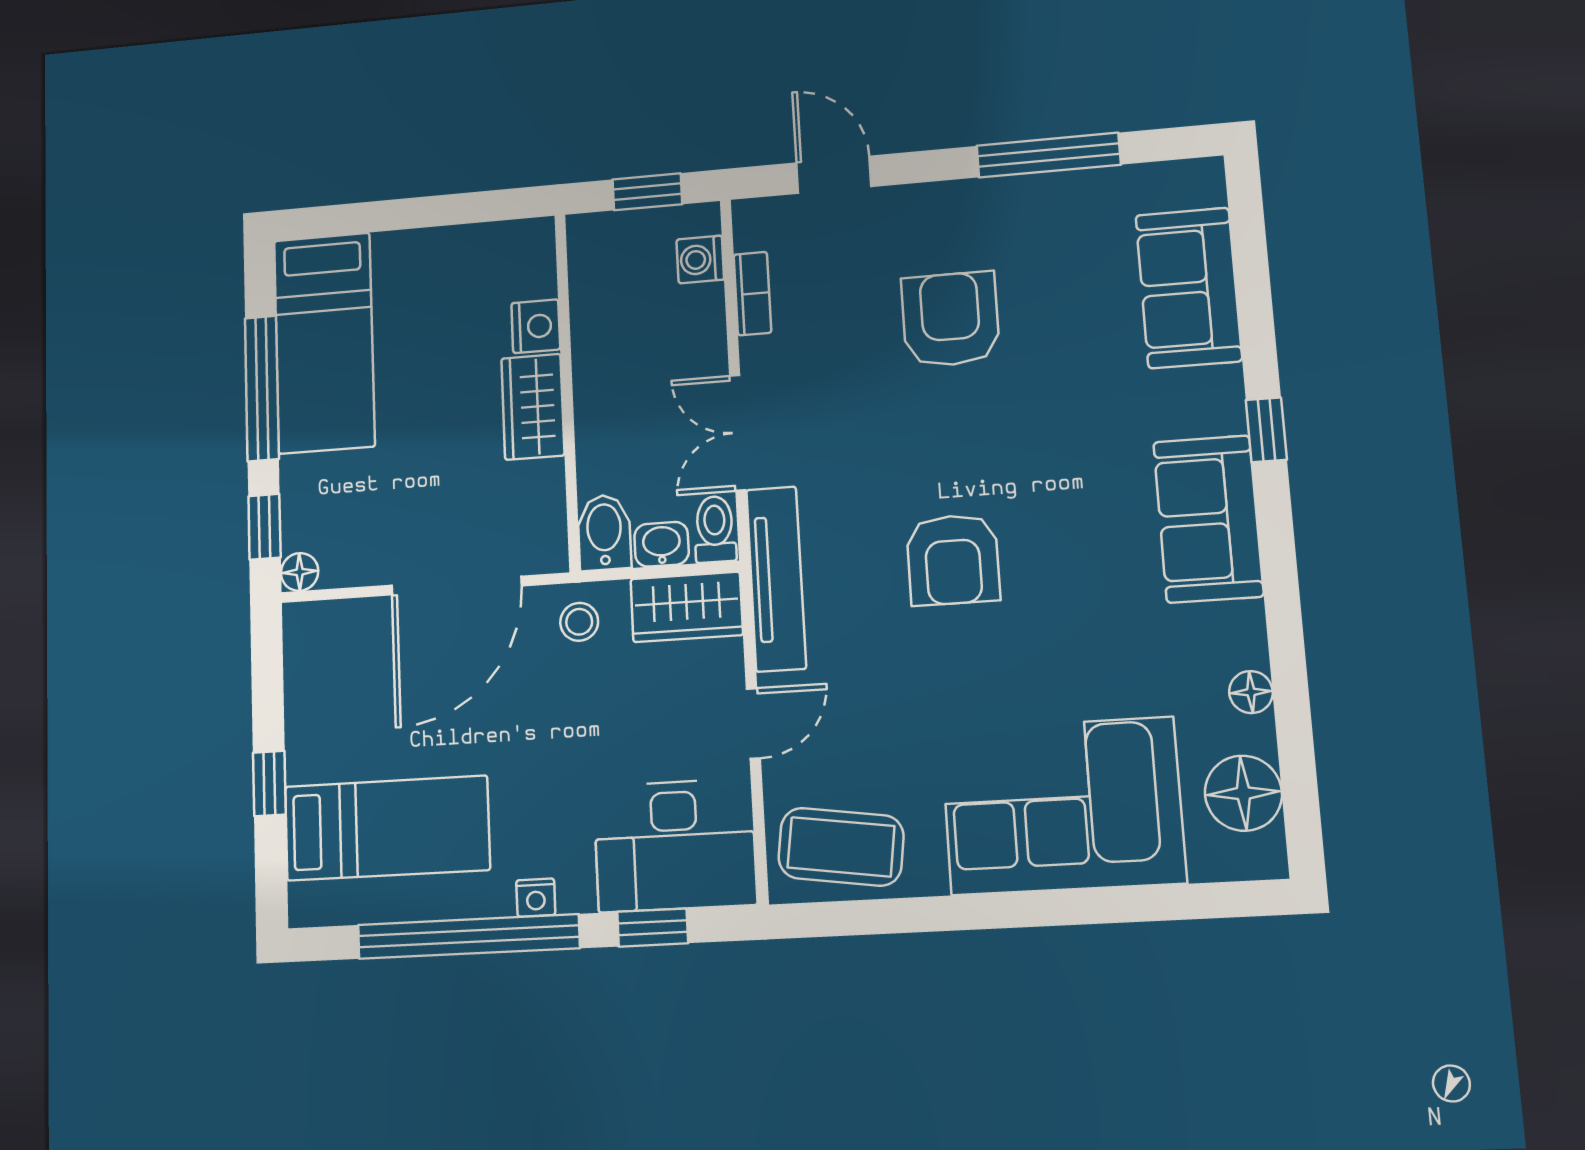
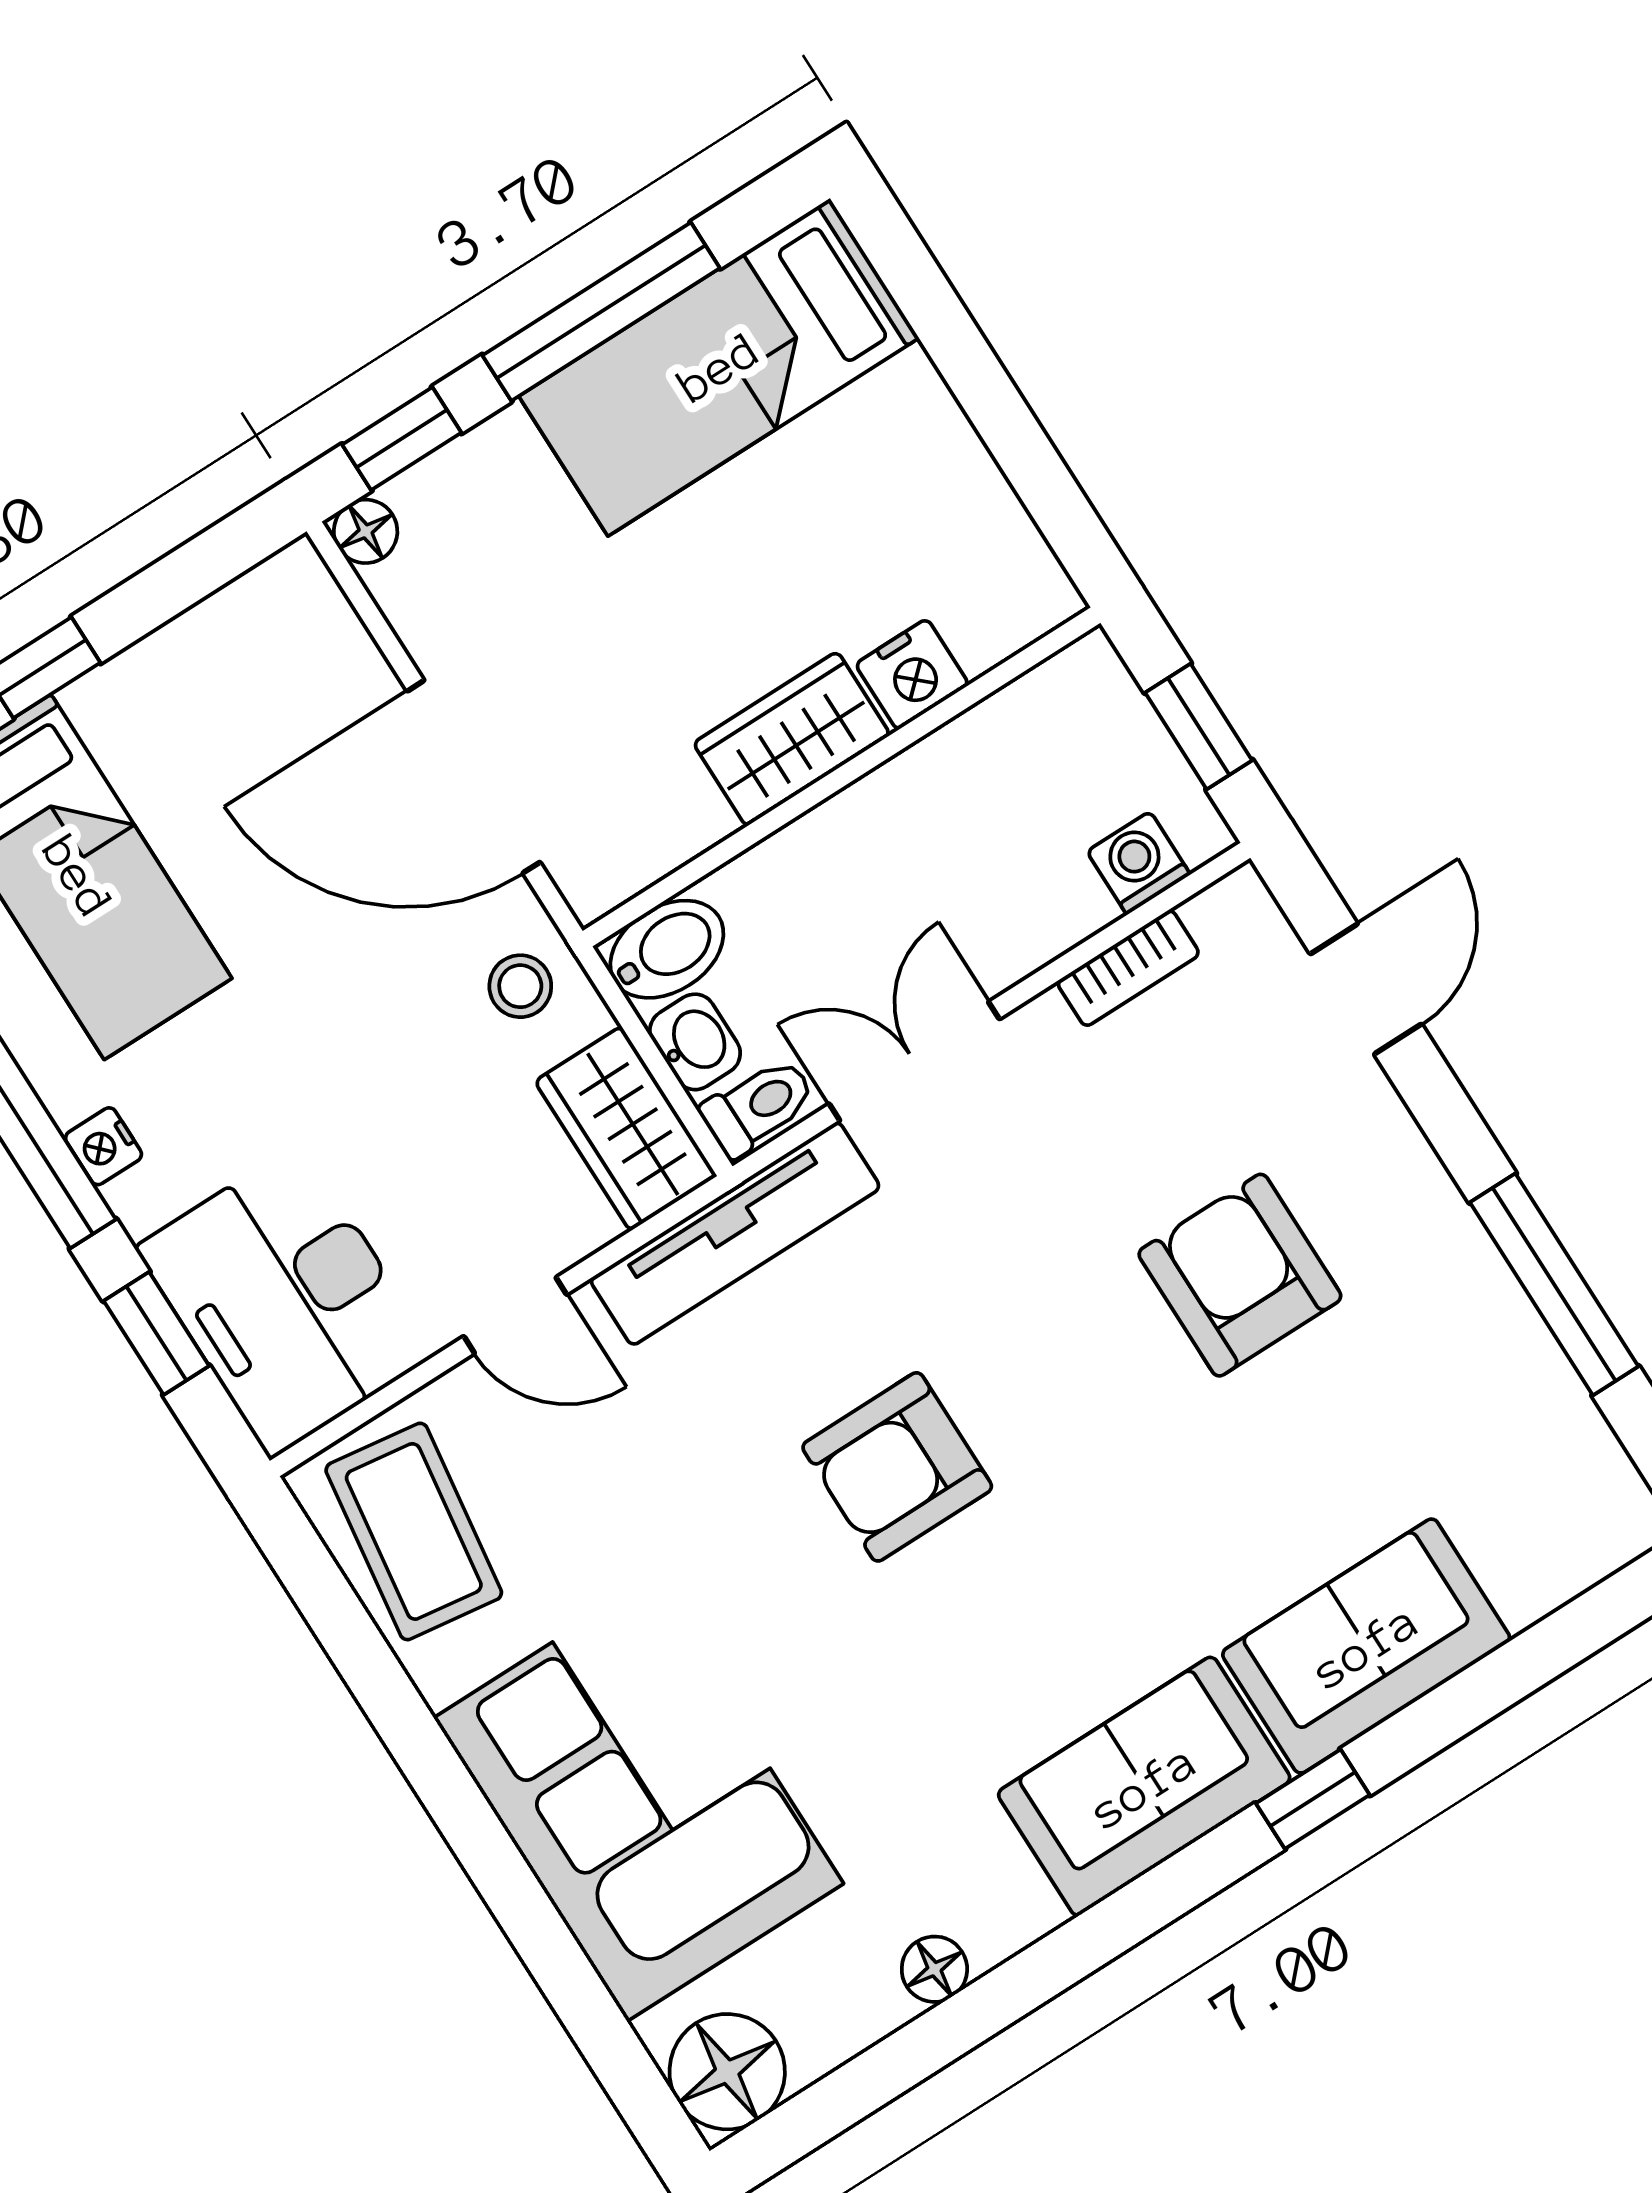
sofa: (1189, 288) -> (1366, 1646), moved
armchair: (950, 319) -> (1240, 1275), turned -90
floor lamp: (1243, 793) -> (727, 2072), moved

